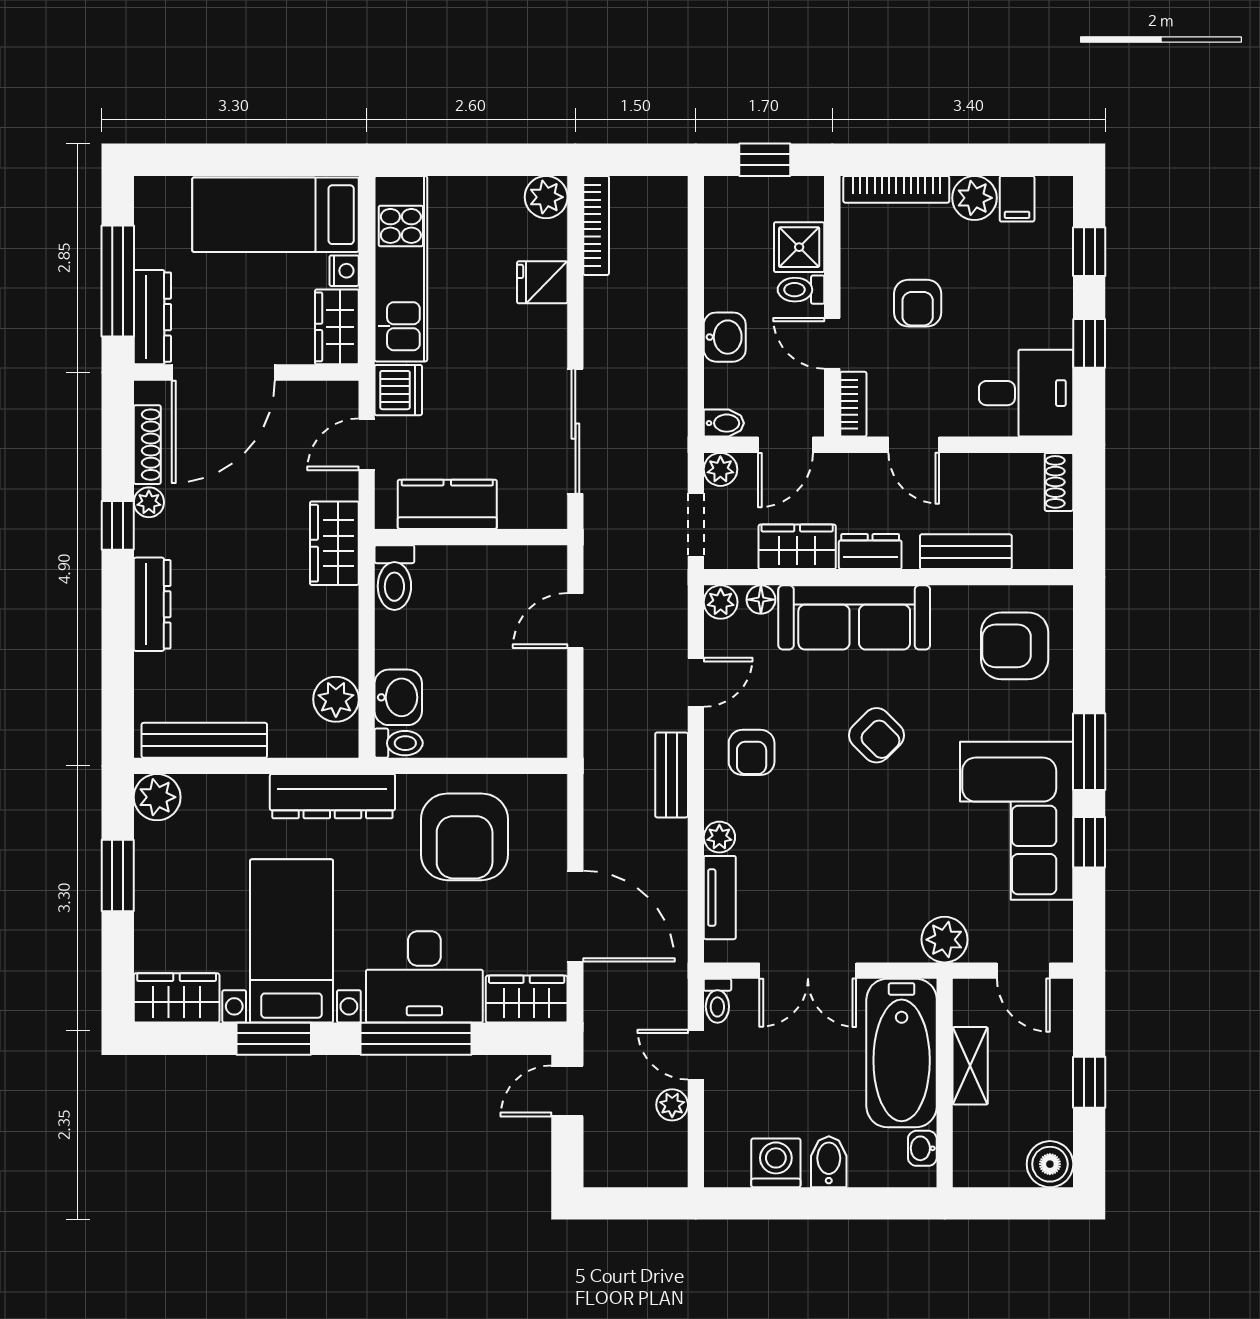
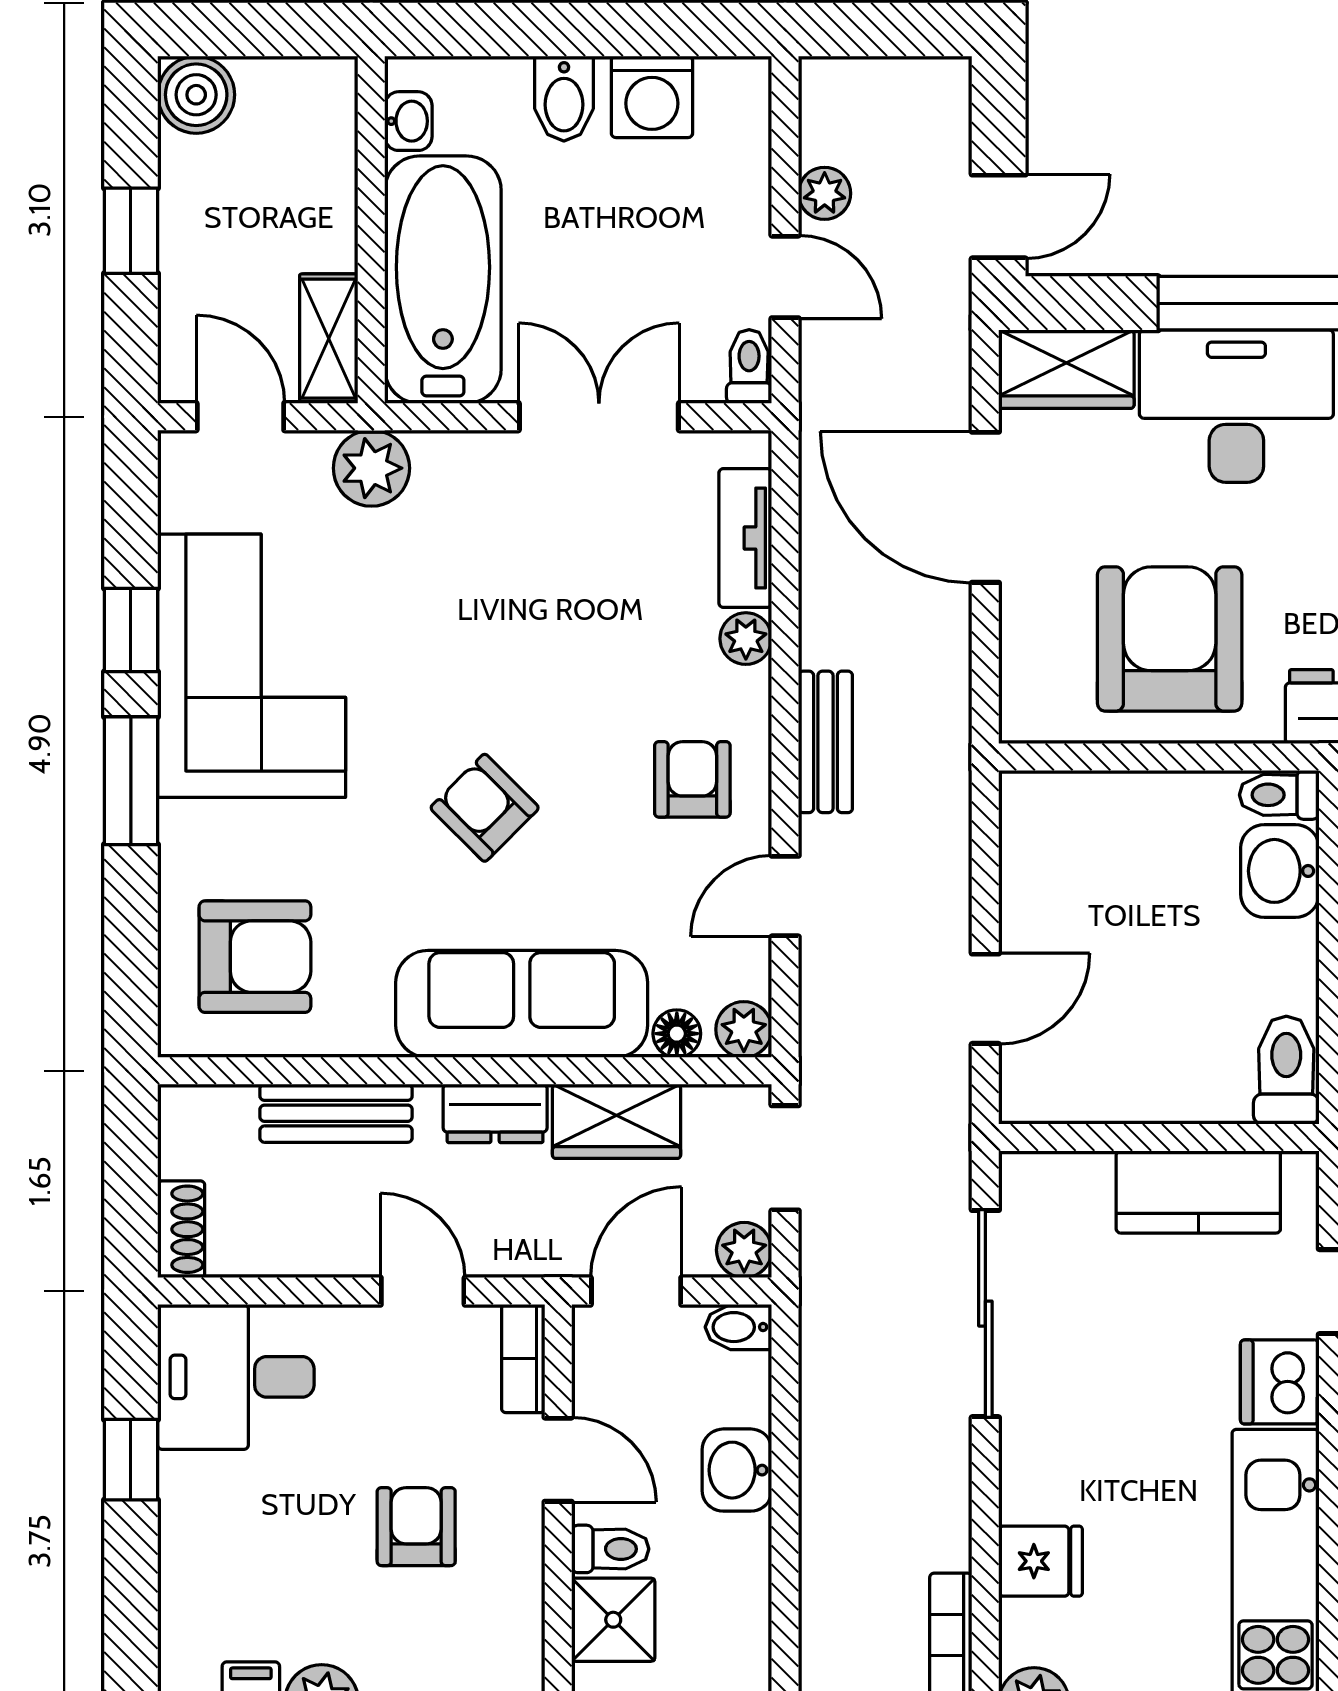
window: (1089, 252) -> (131, 1612), removed
shelving: (970, 1066) -> (329, 339), moved

